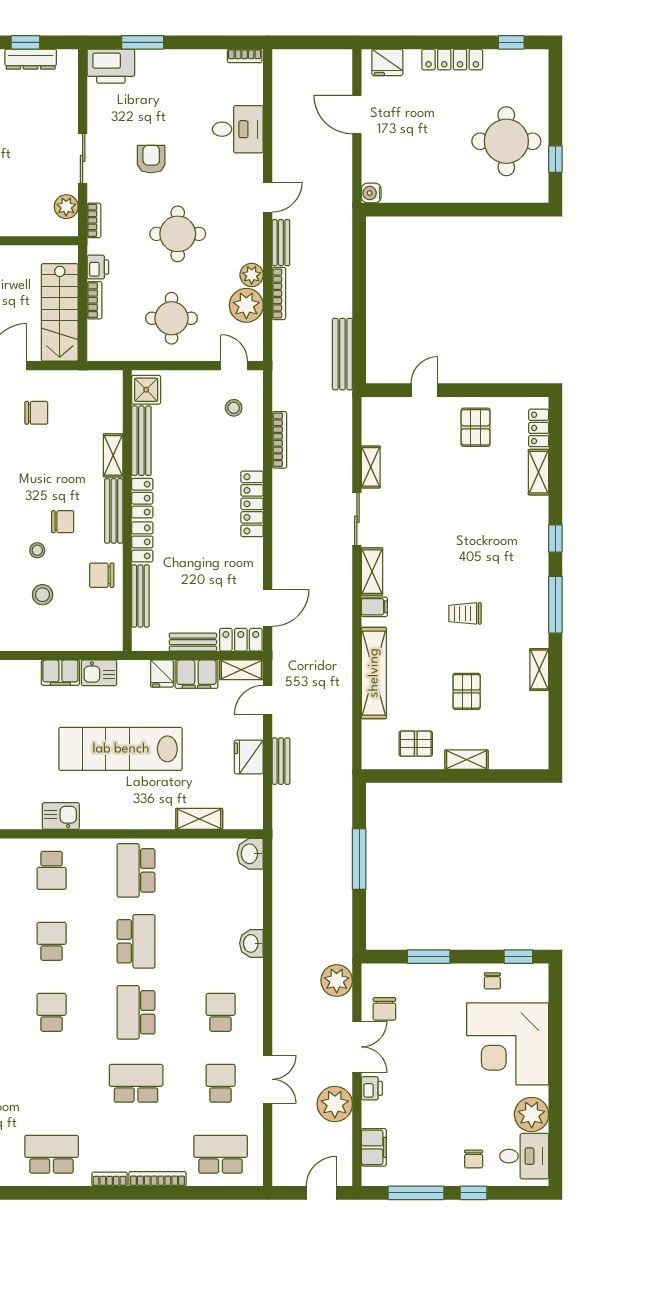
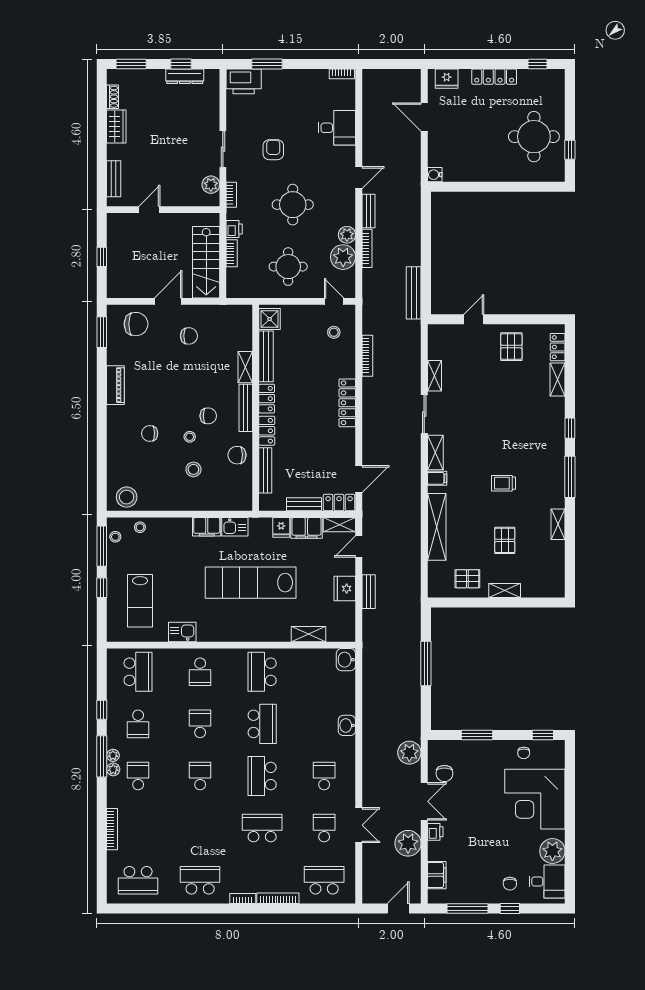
kitchen sink: (61, 816) -> (182, 632), moved

